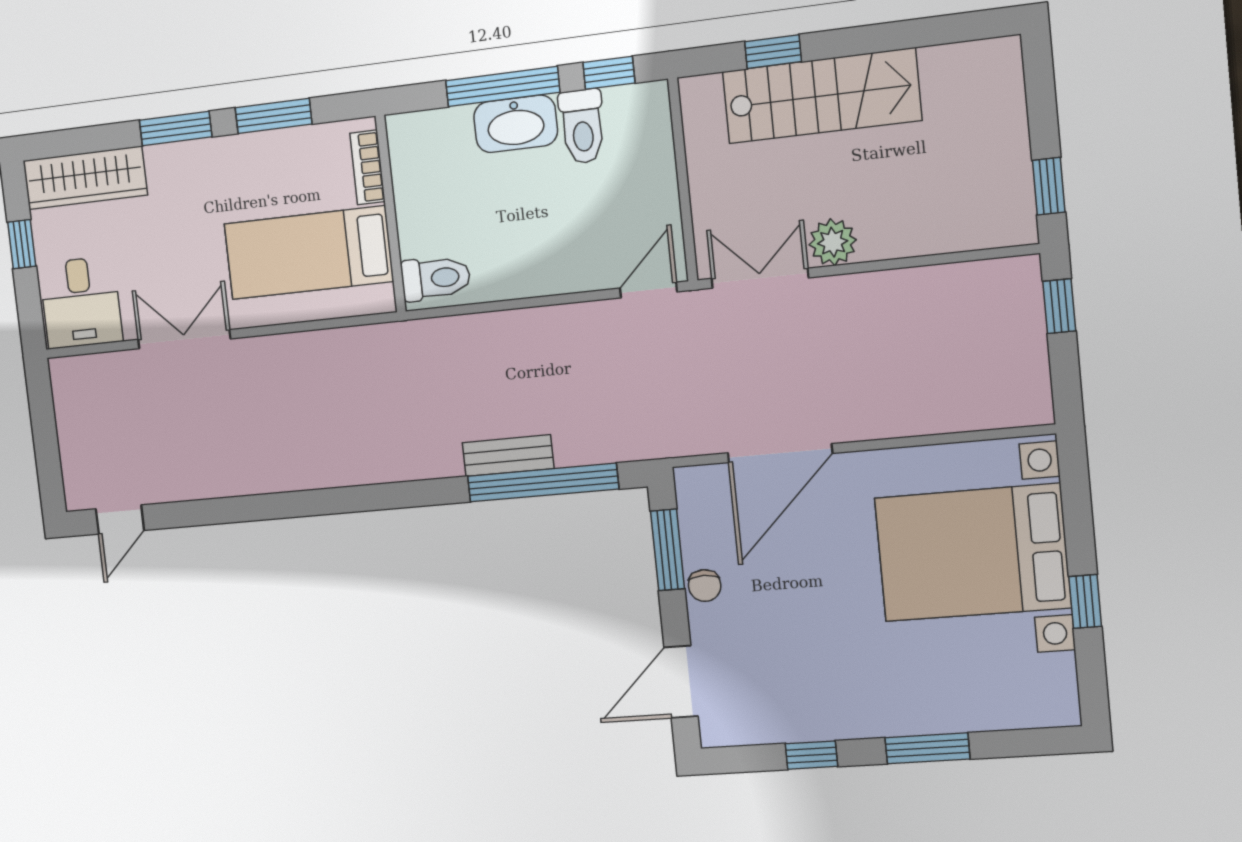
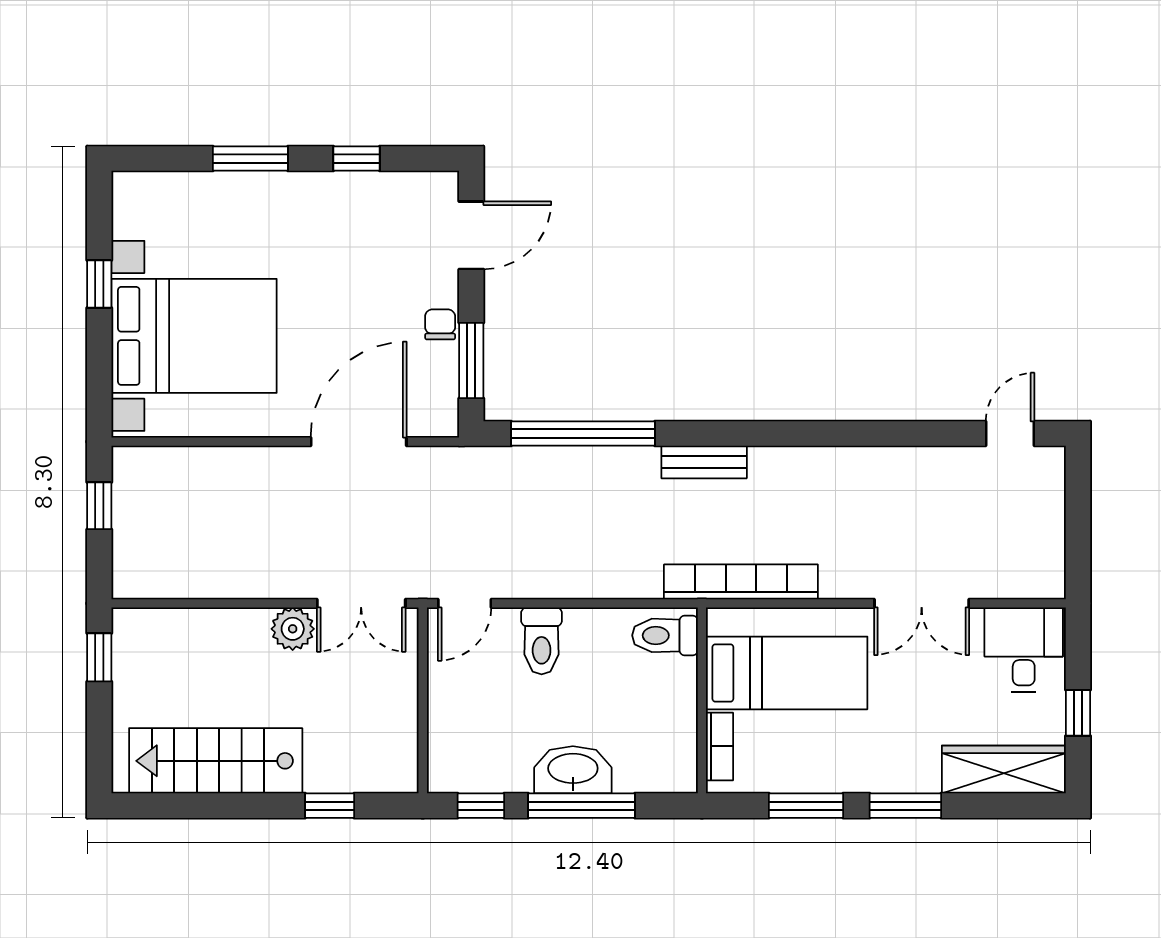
stairs: (822, 96) -> (216, 761), moved
toilet: (582, 126) -> (542, 641), moved, turned 180
window: (1059, 306) -> (99, 506), moved
bookcase: (365, 343) -> (741, 582), added
bench: (508, 456) -> (704, 462), moved

